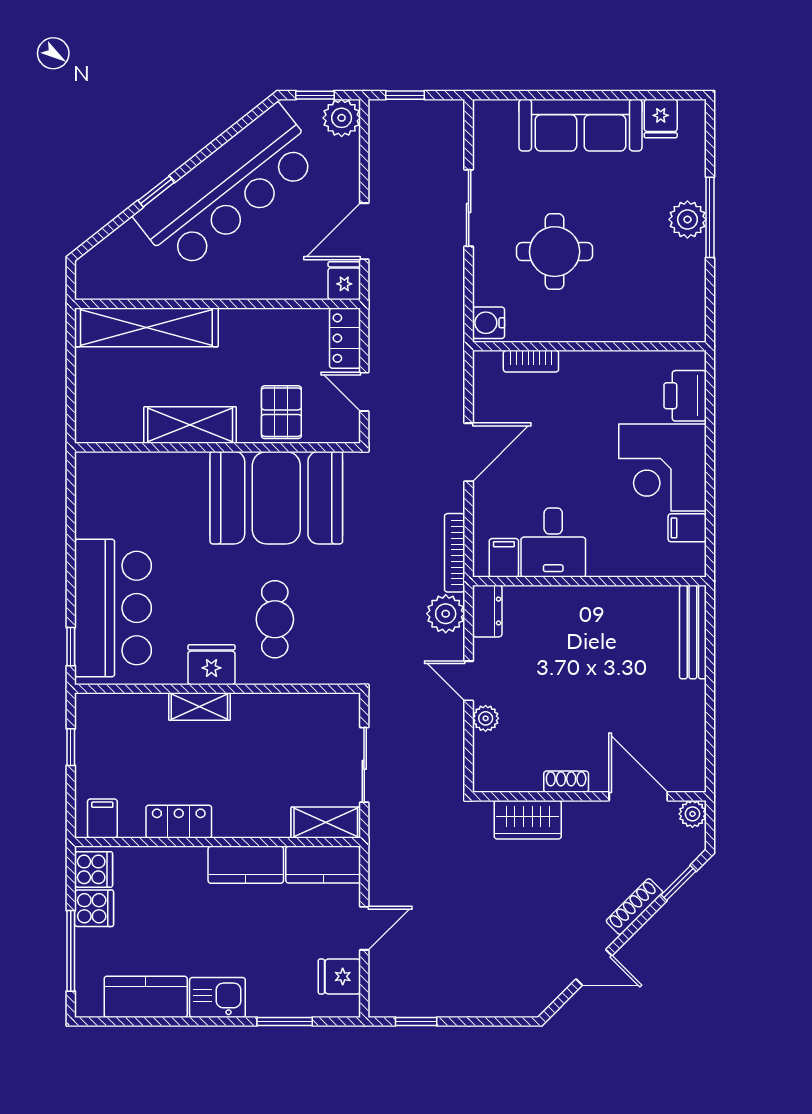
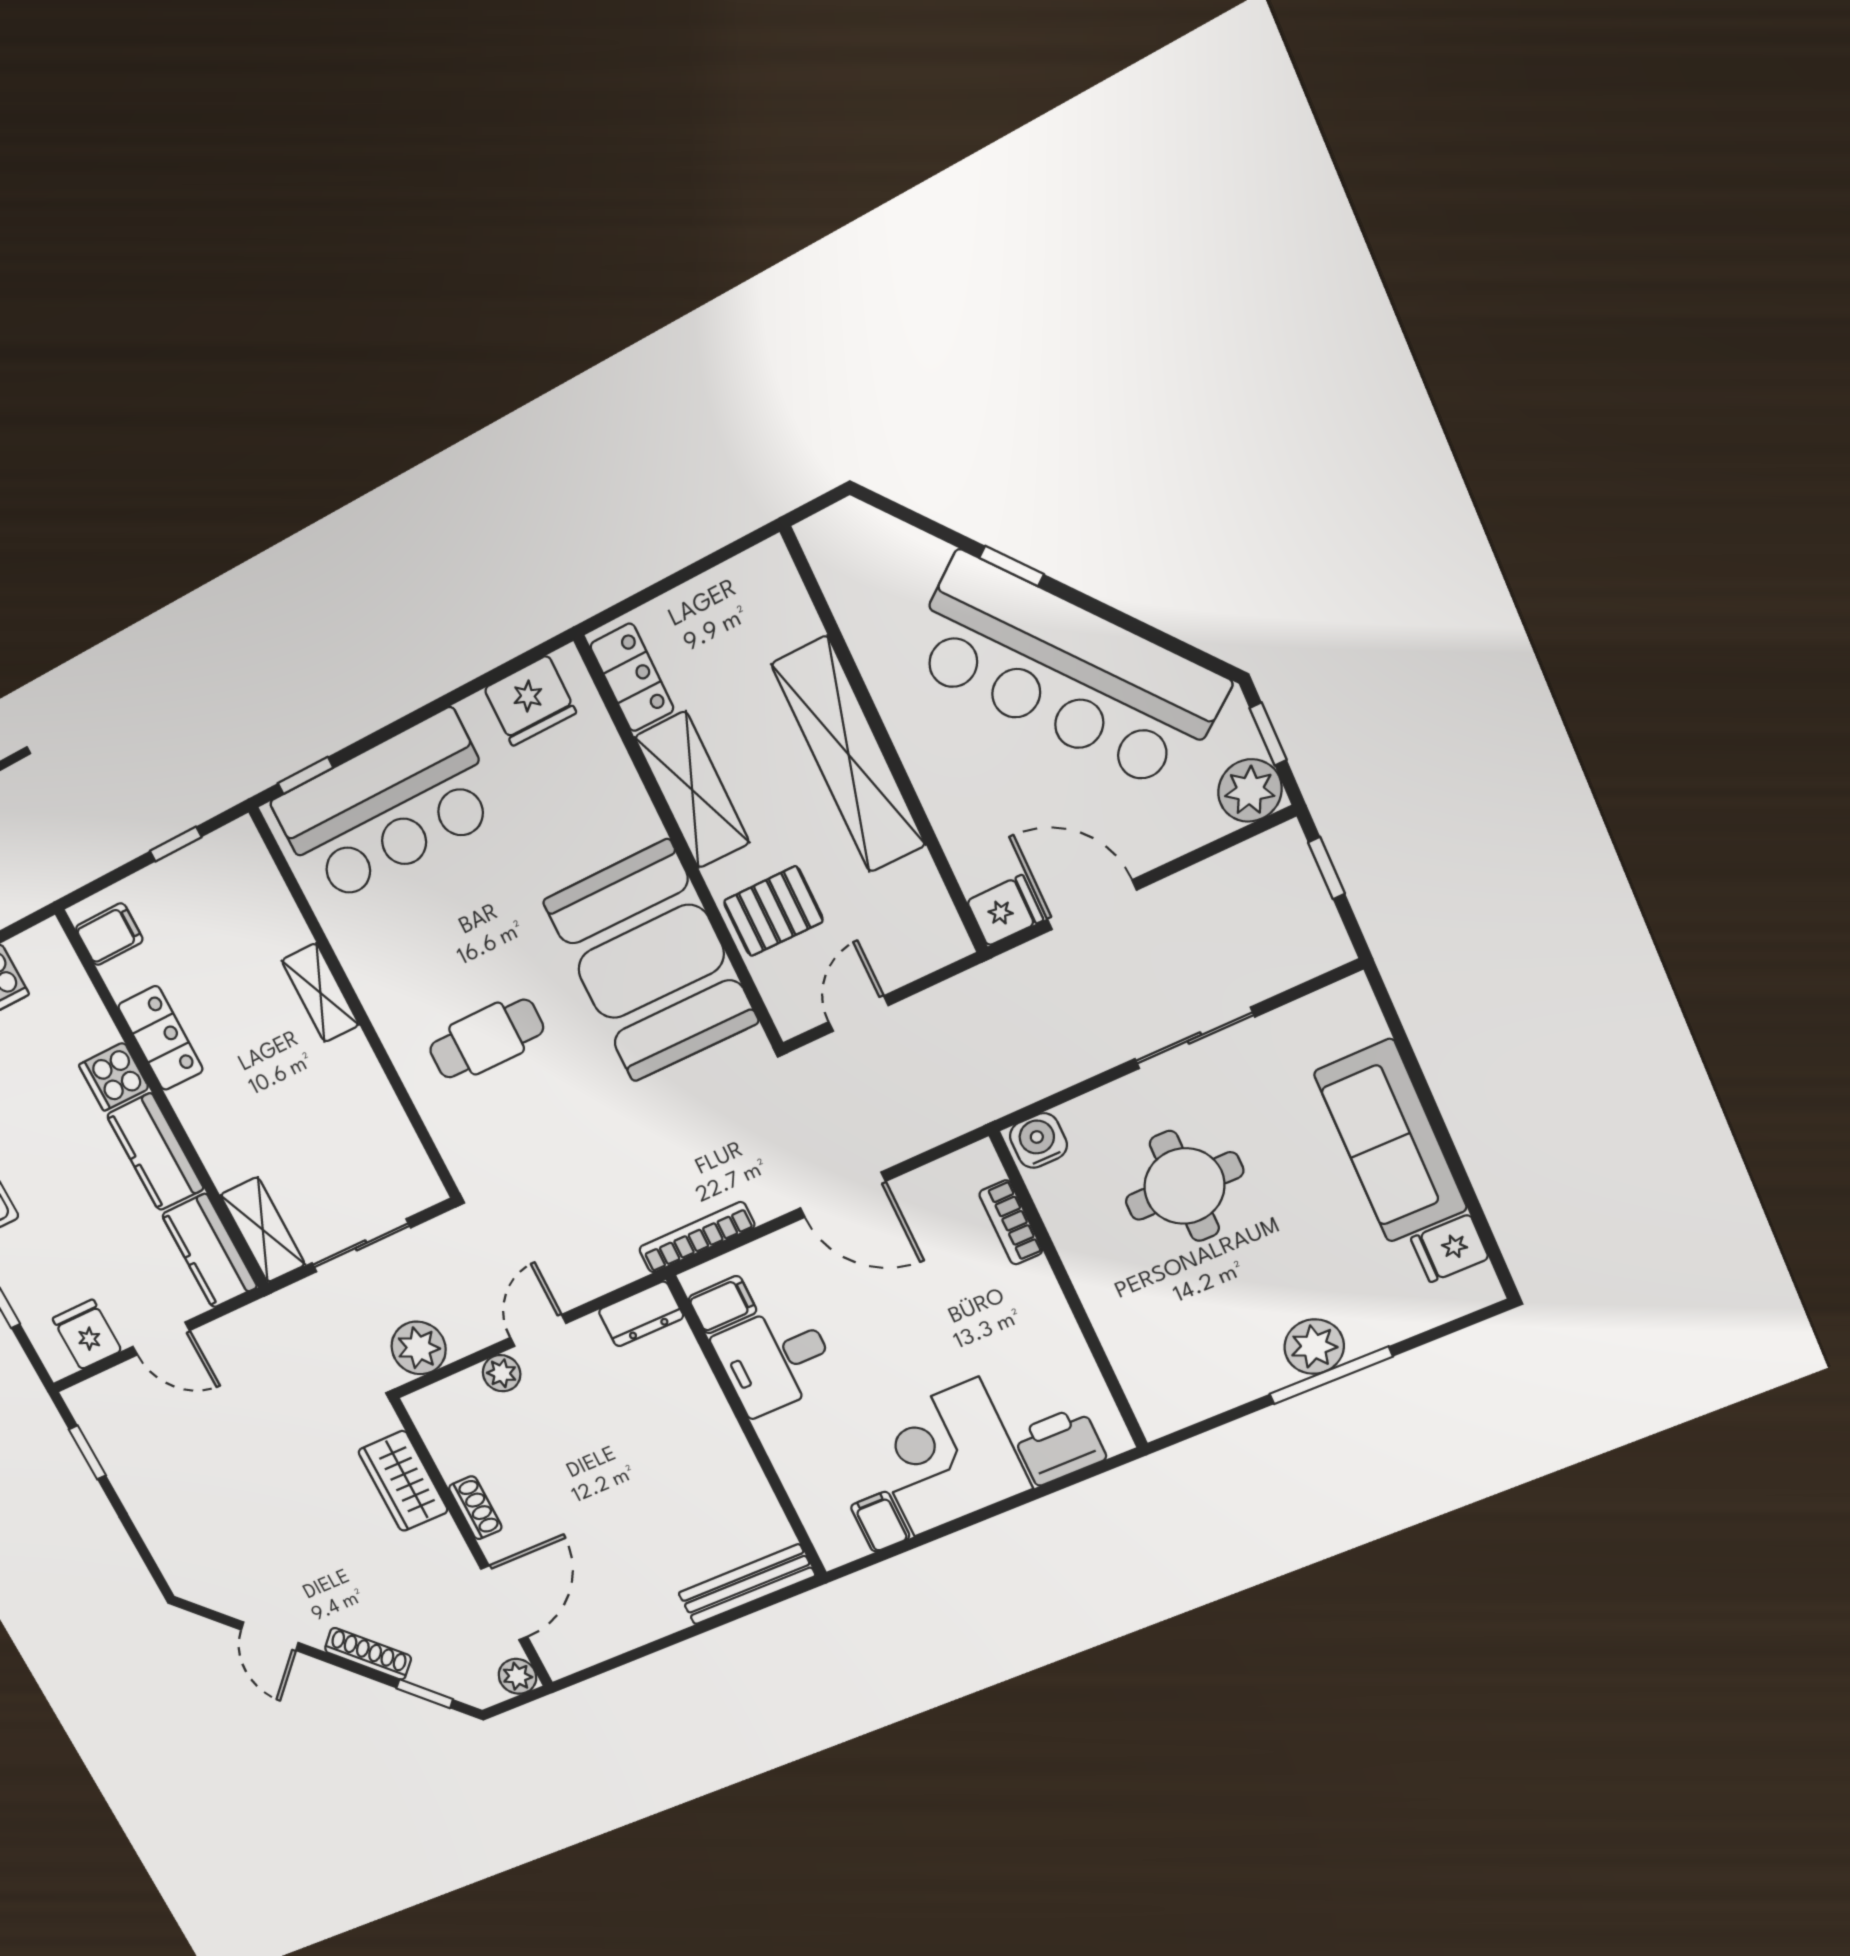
shelving: (146, 327) -> (849, 755), moved
locker: (345, 338) -> (632, 677), moved, turned 90
plant: (446, 614) -> (419, 1348), moved
fridge: (211, 665) -> (530, 701), moved, turned 90
cooker: (93, 869) -> (114, 1077), moved, turned 90

